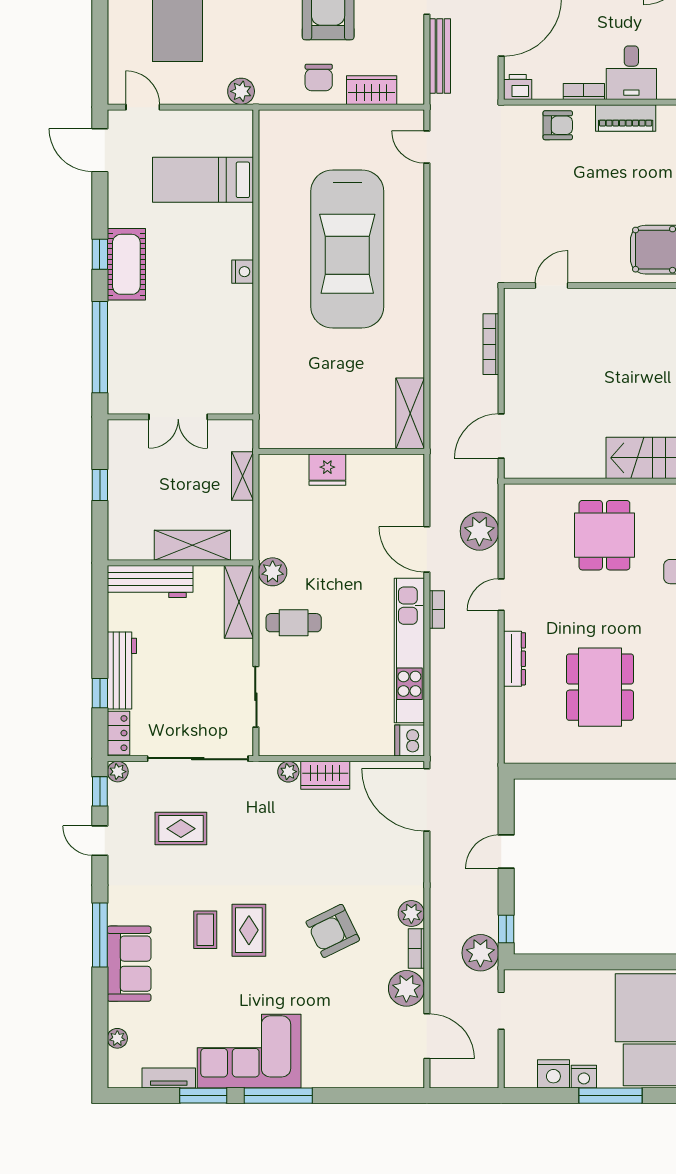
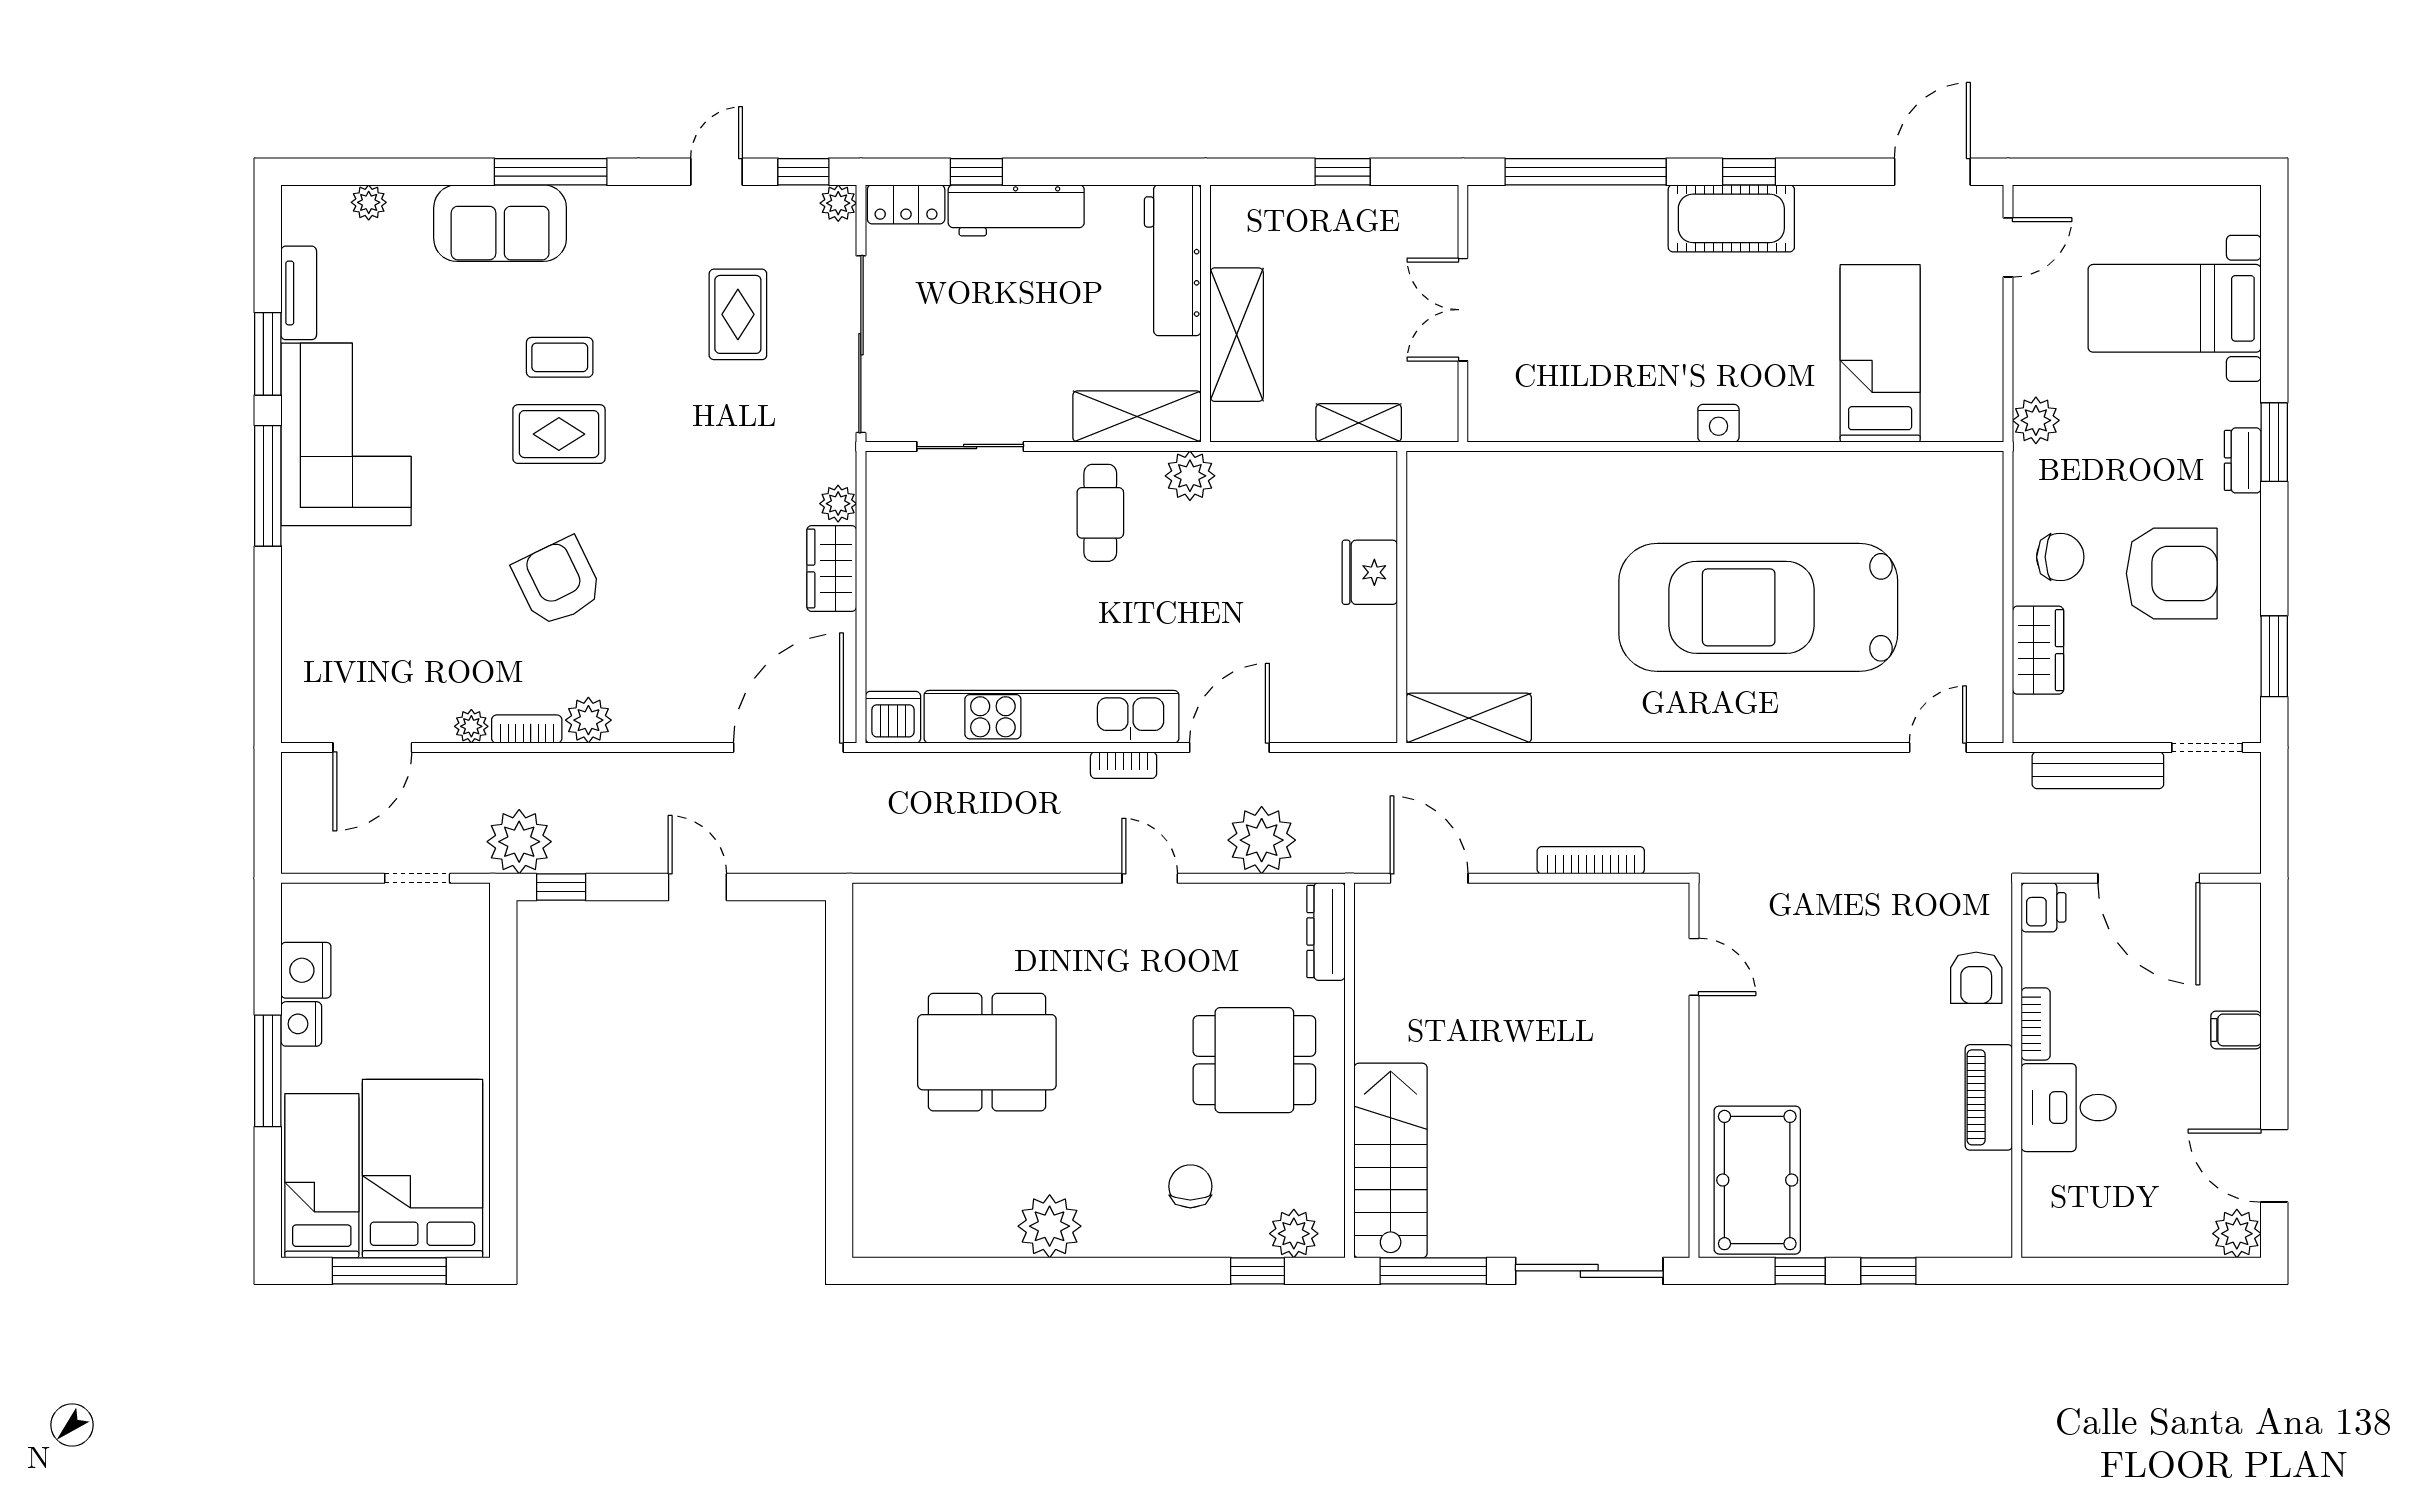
chair: (319, 77) -> (2060, 557), turned 180
dresser: (515, 659) -> (1326, 932), moved, turned 90
plant: (406, 988) -> (471, 726), width x0.53, depth x0.53

